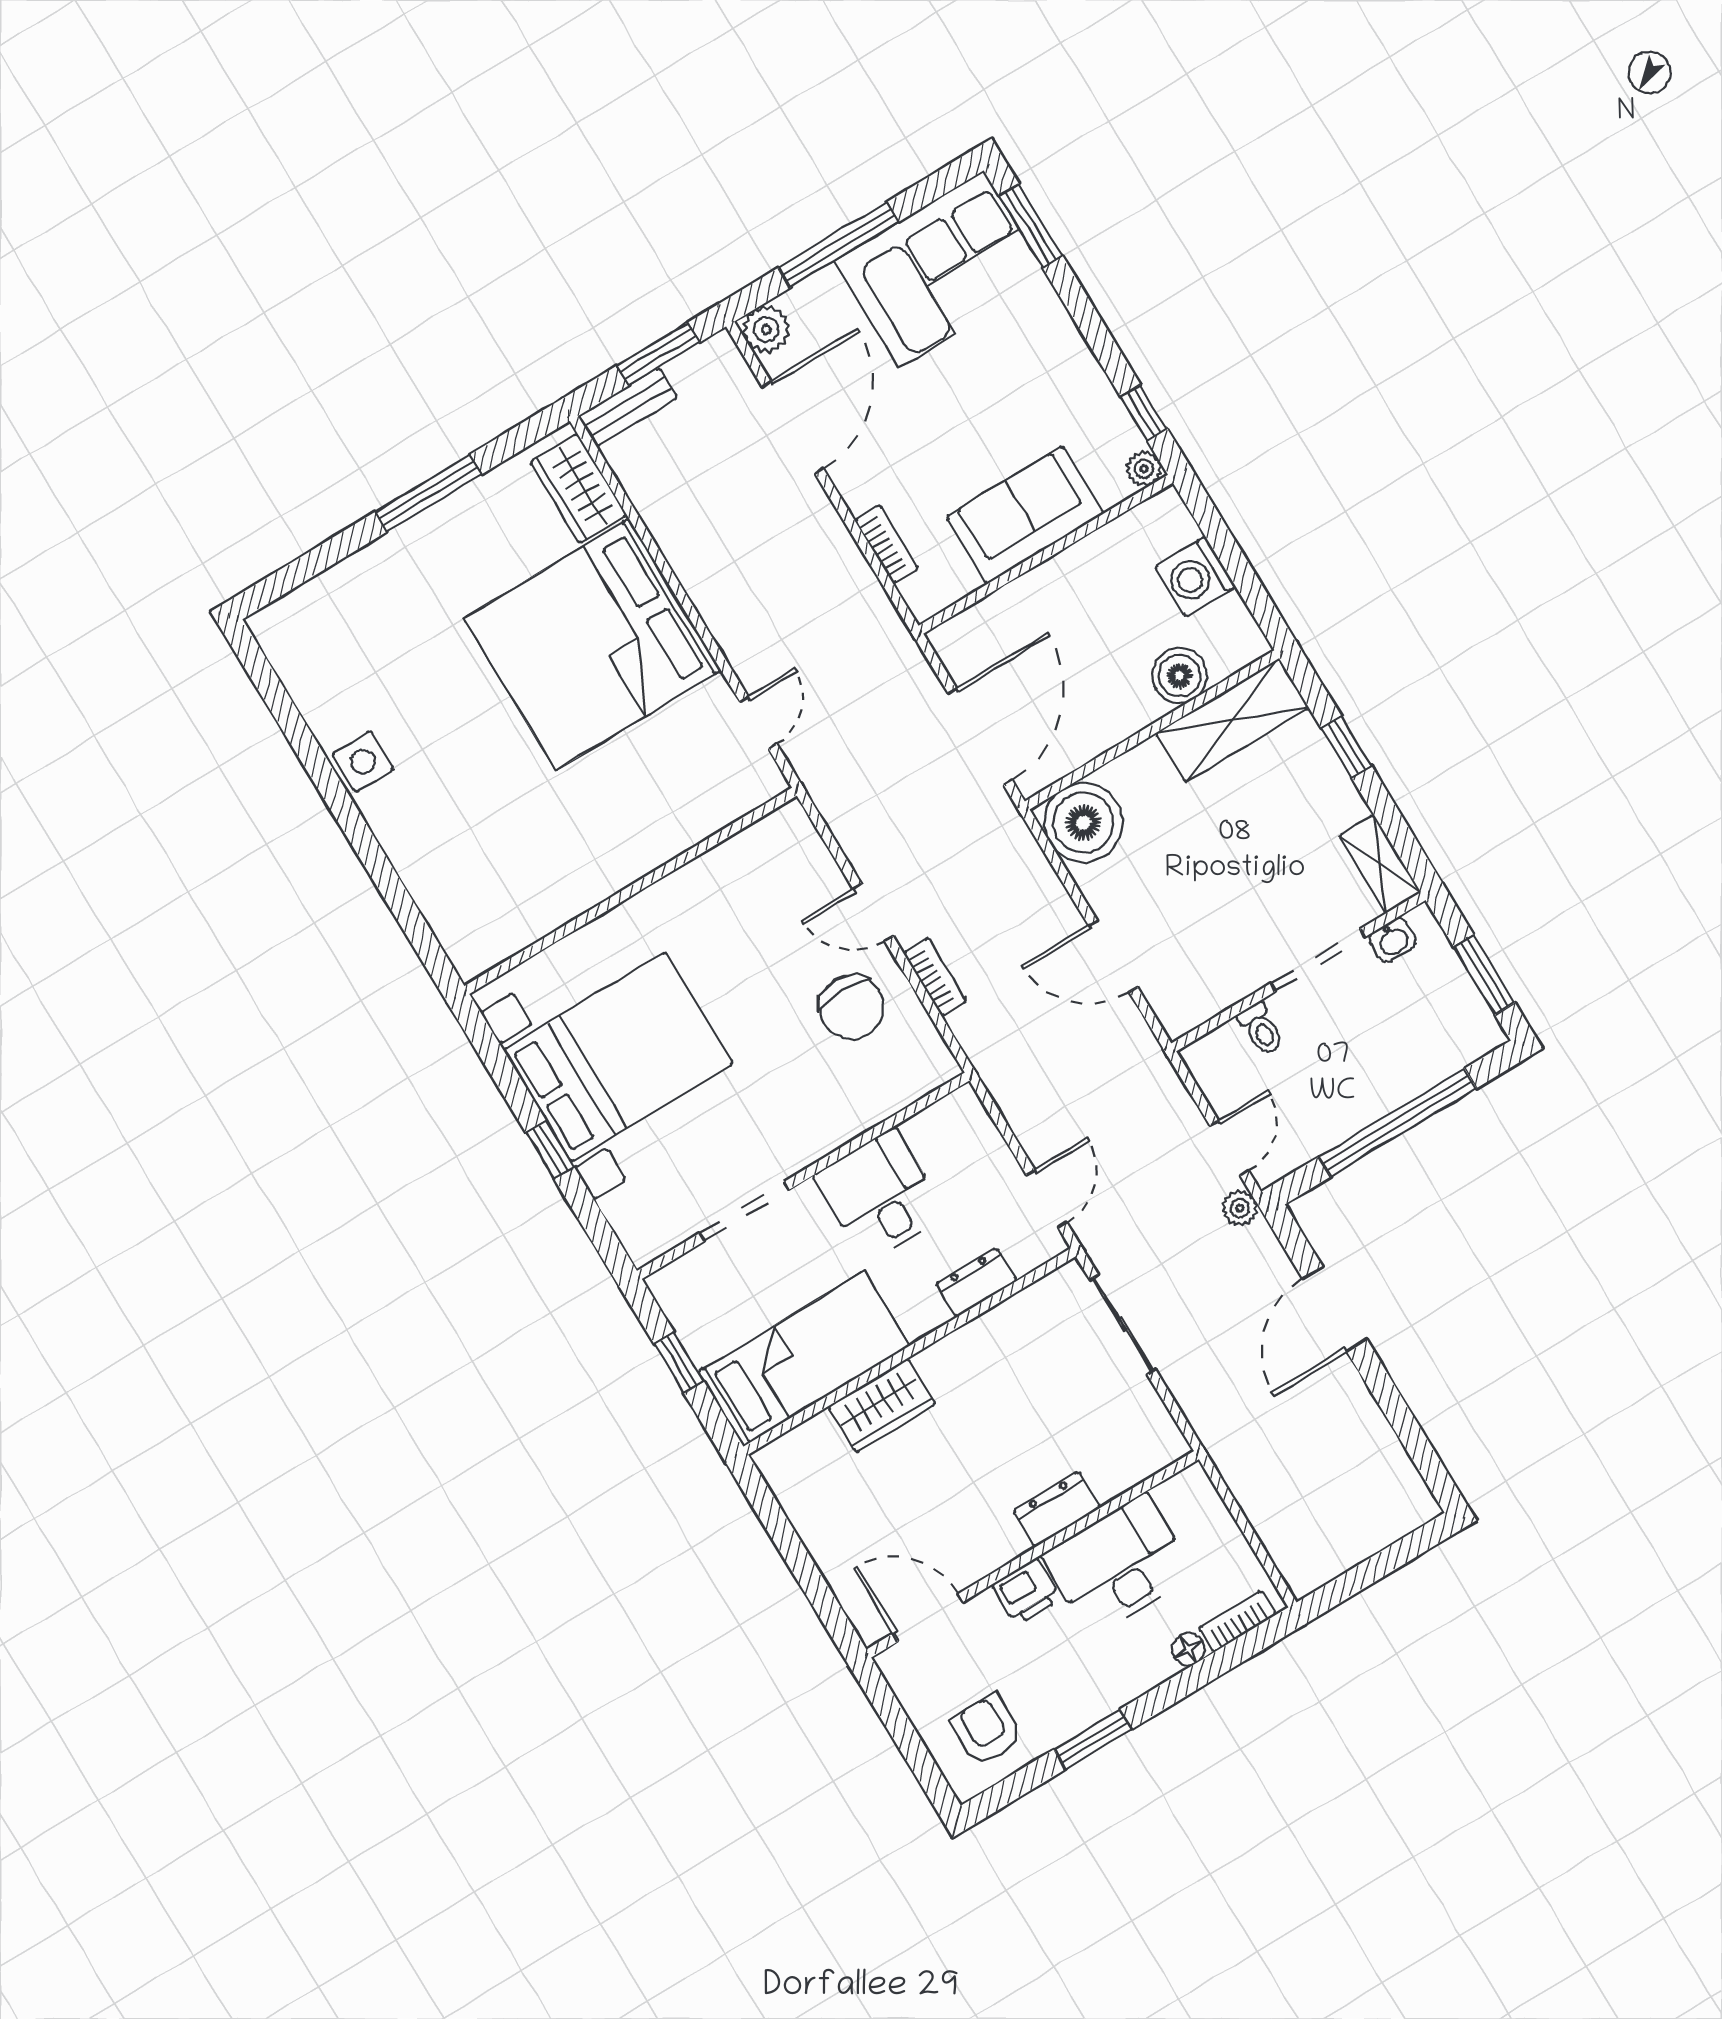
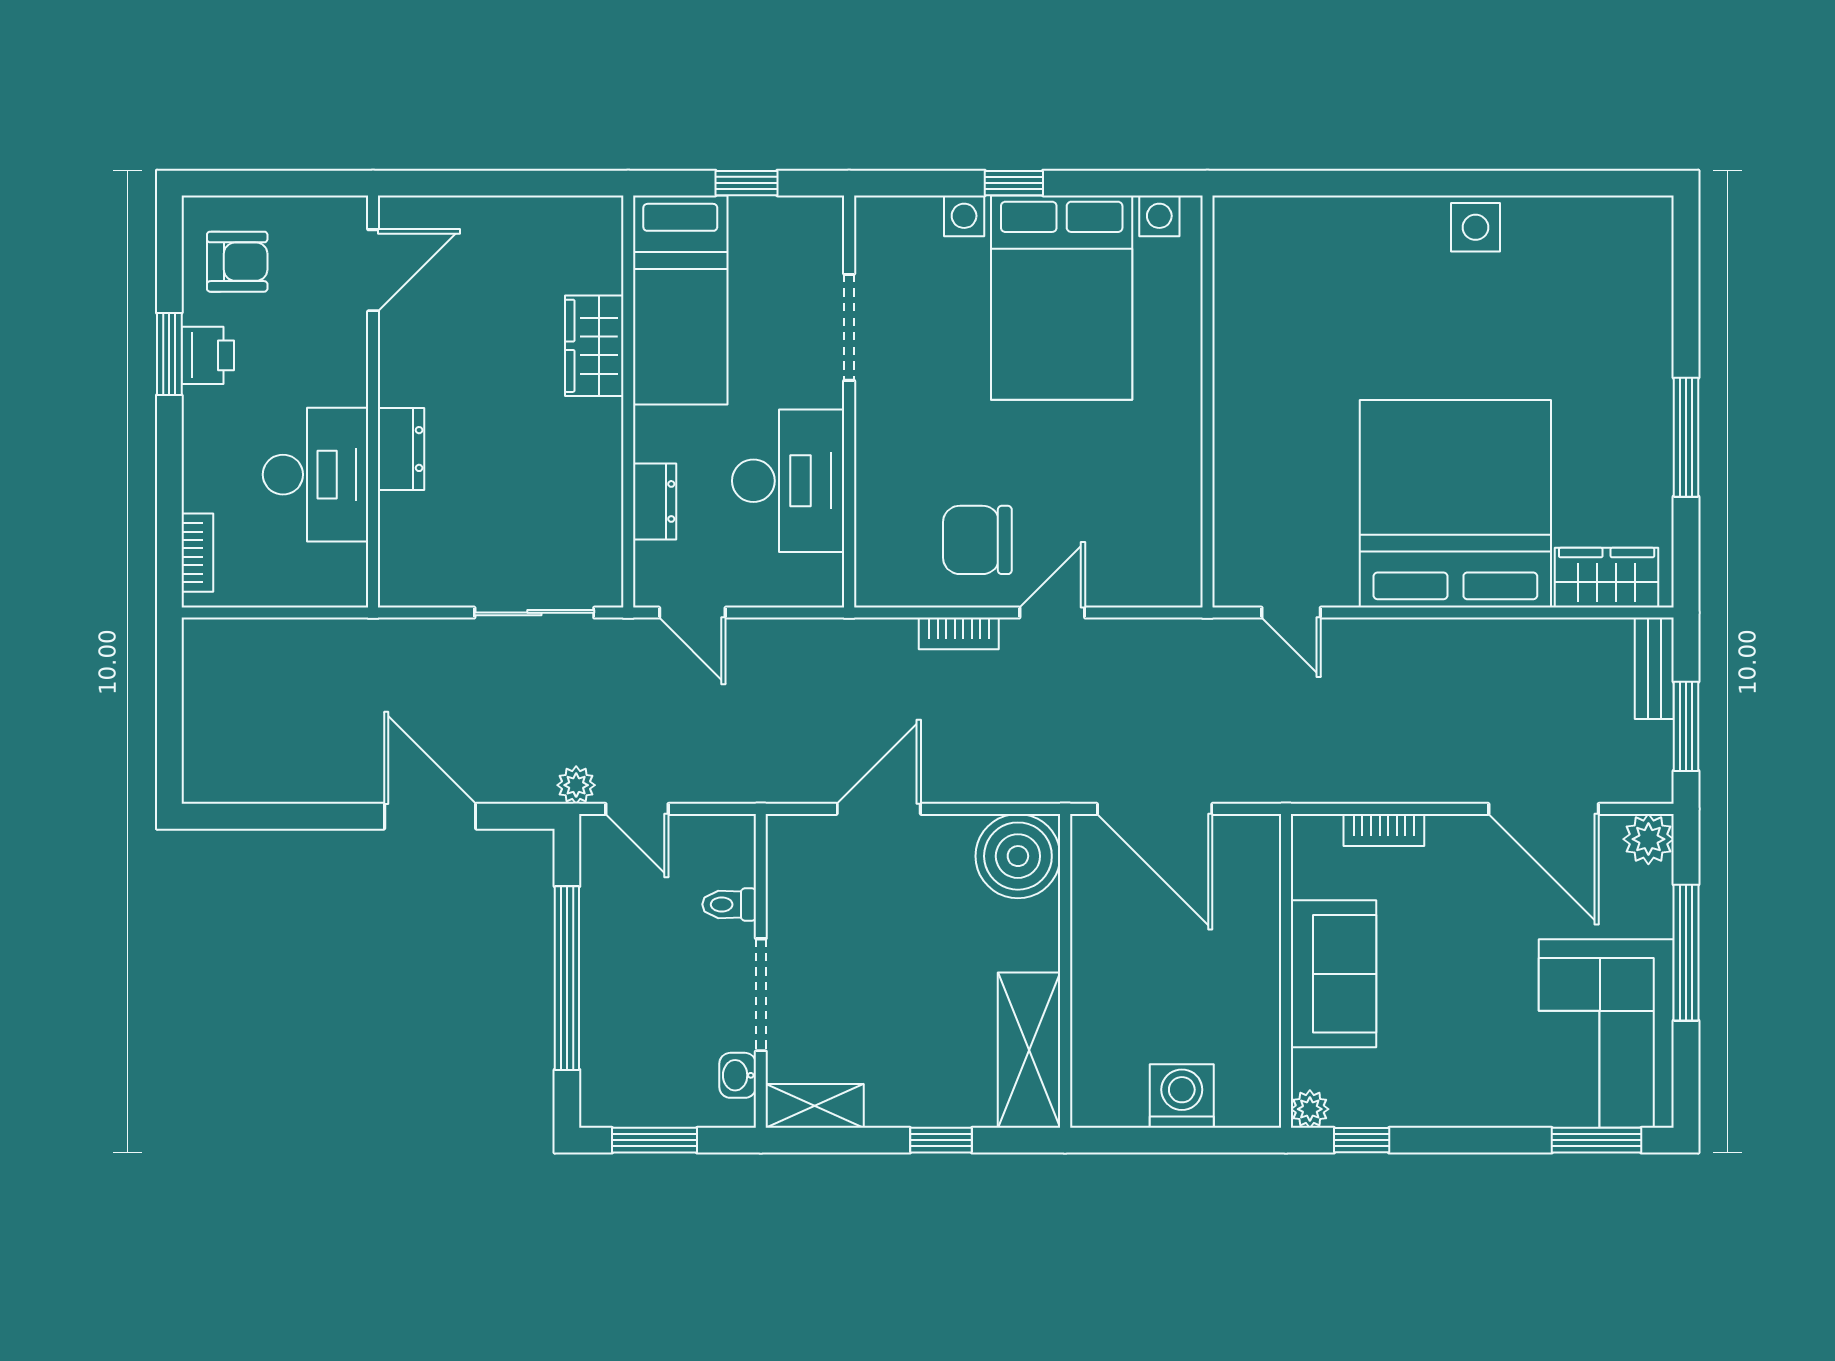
boiler: (1180, 676) -> (1100, 1026), removed
desk: (880, 1195) -> (788, 481), width x1.37
printer: (1026, 1592) -> (208, 355), moved, turned 180
floor lamp: (1188, 1649) -> (199, 492), removed

